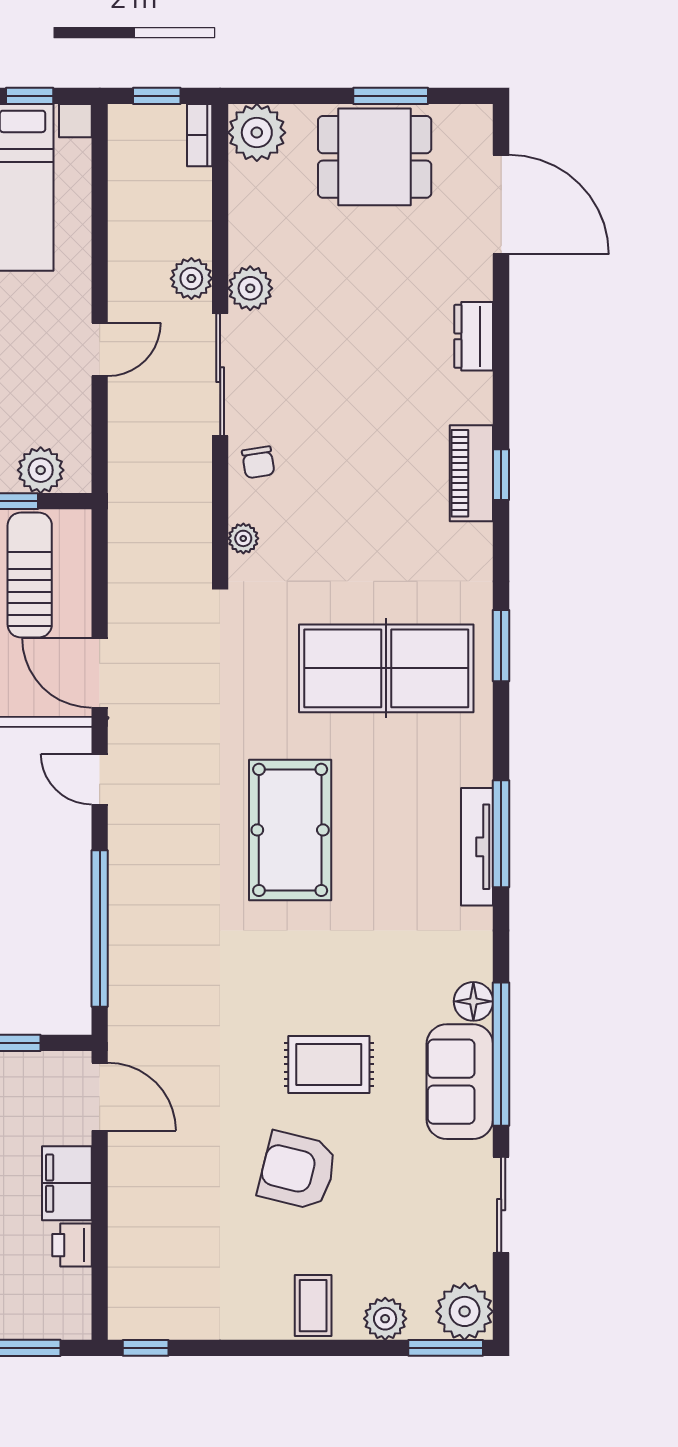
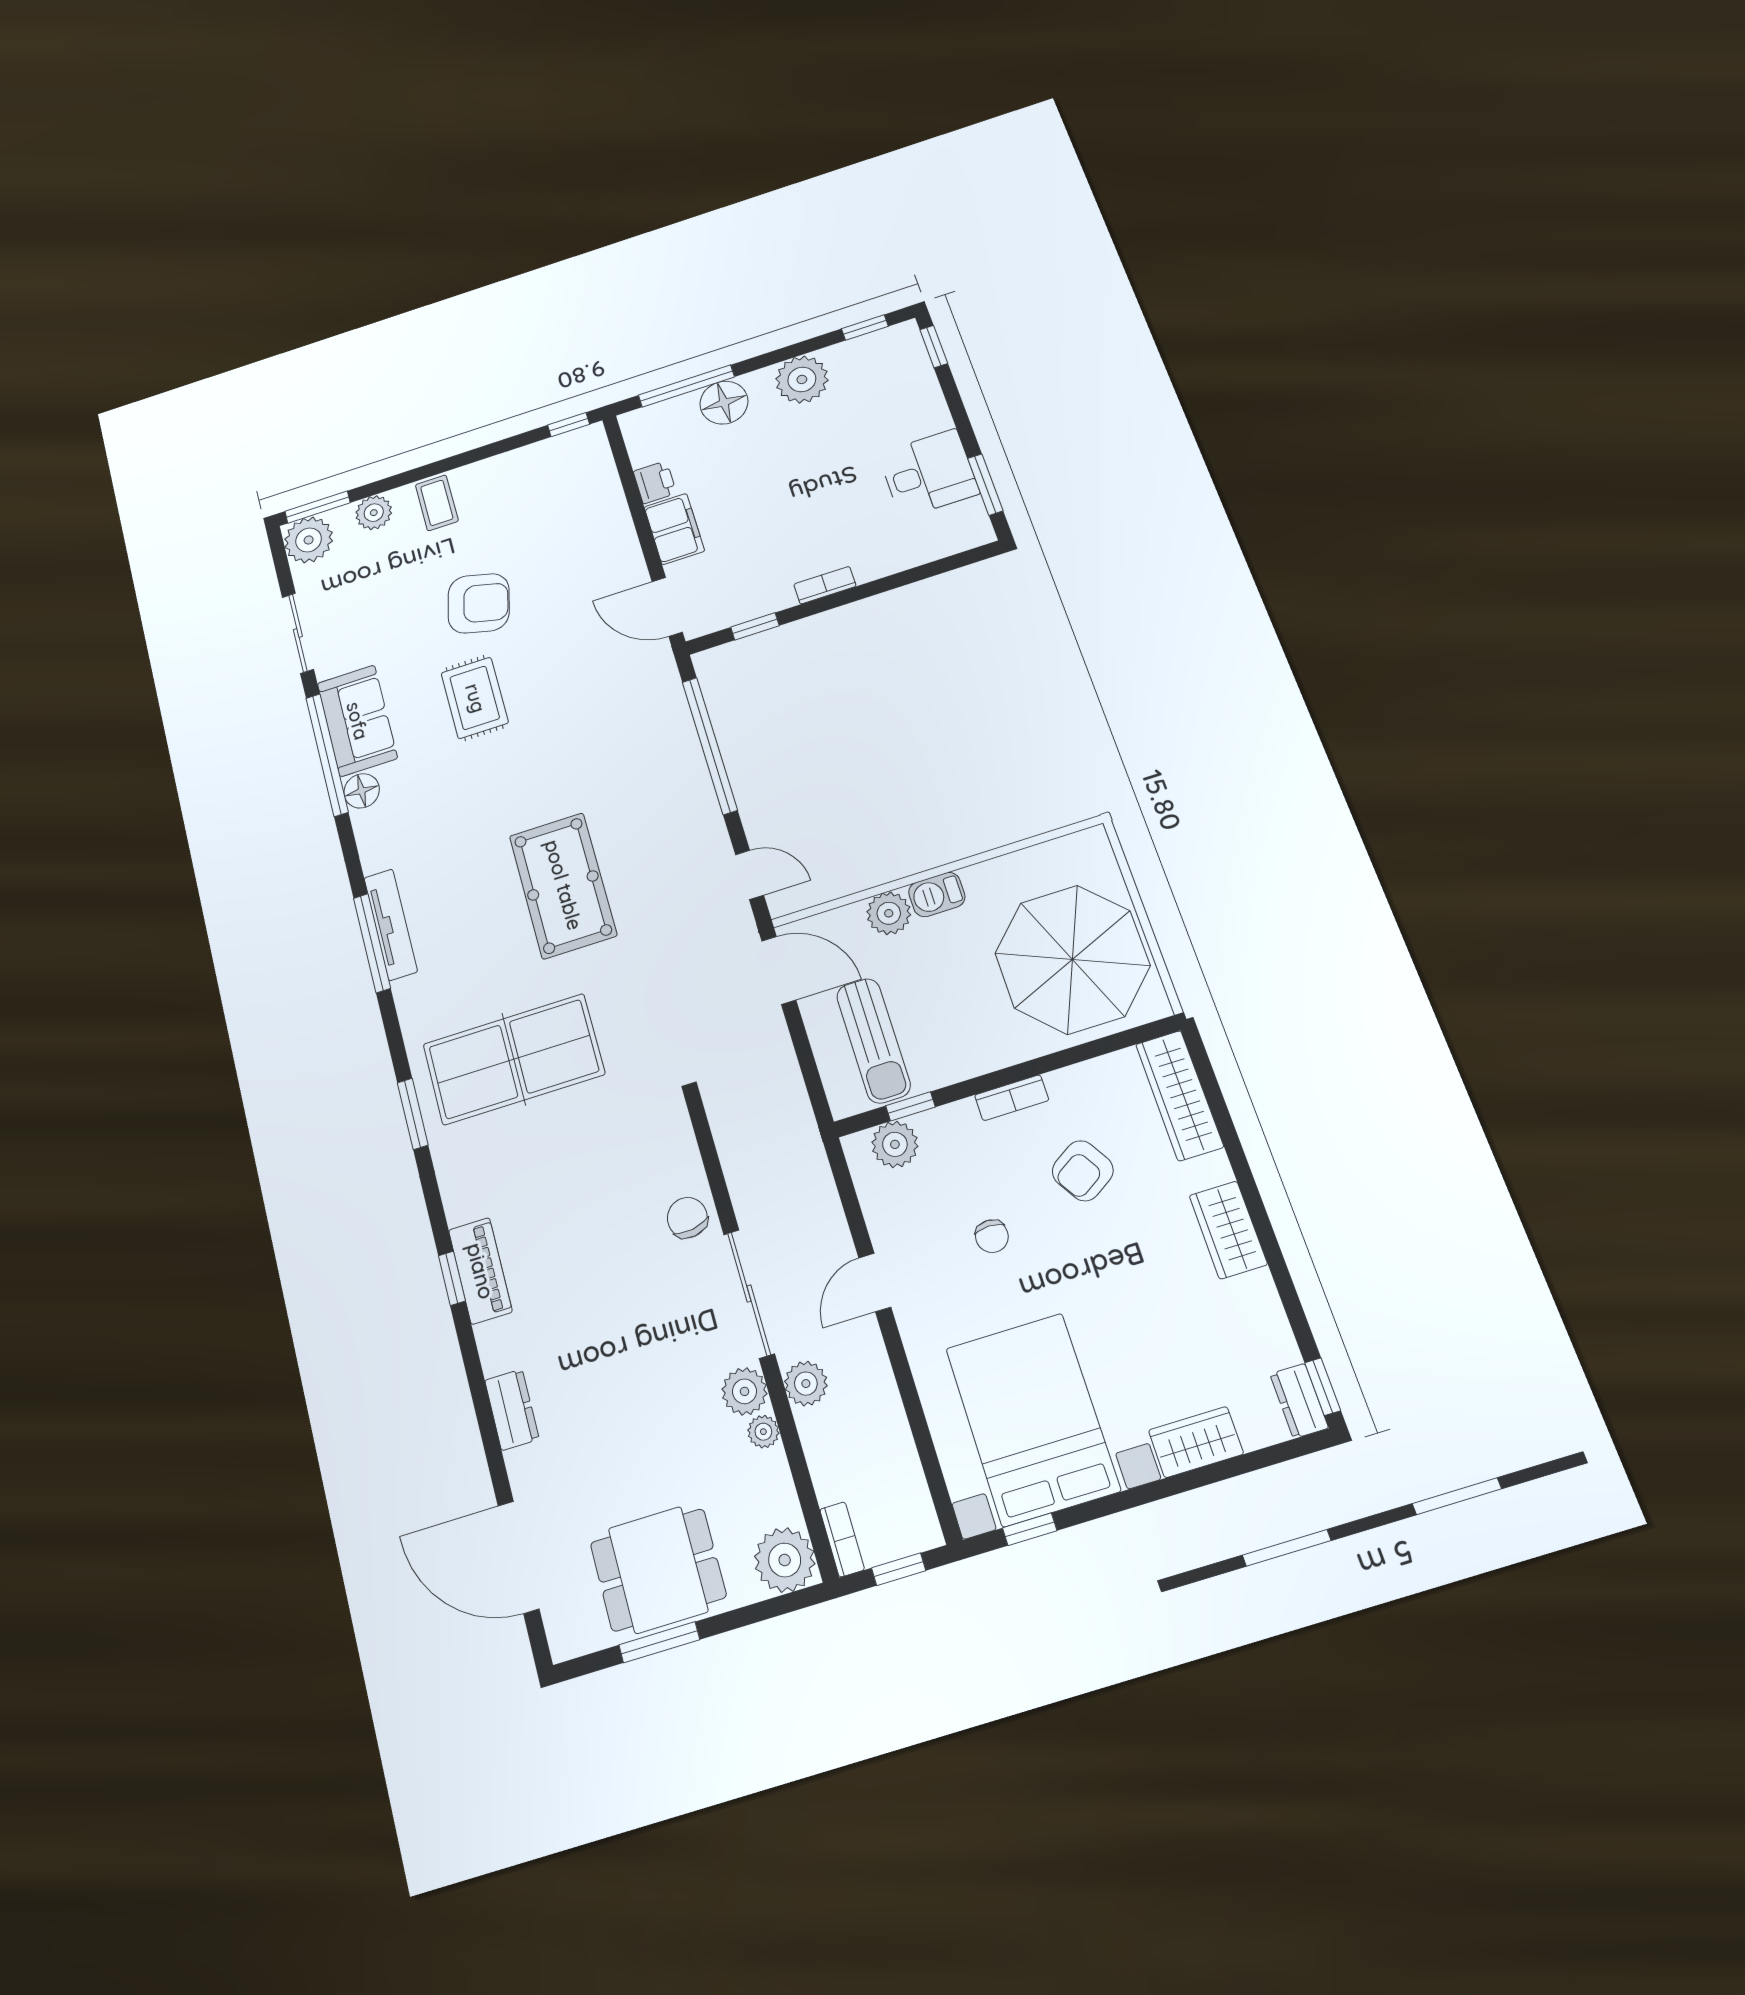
chair: (258, 462) -> (687, 1218), width x1.37, depth x1.37
plant: (243, 538) -> (763, 1432), moved
rug: (329, 1064) -> (475, 698), turned 90

